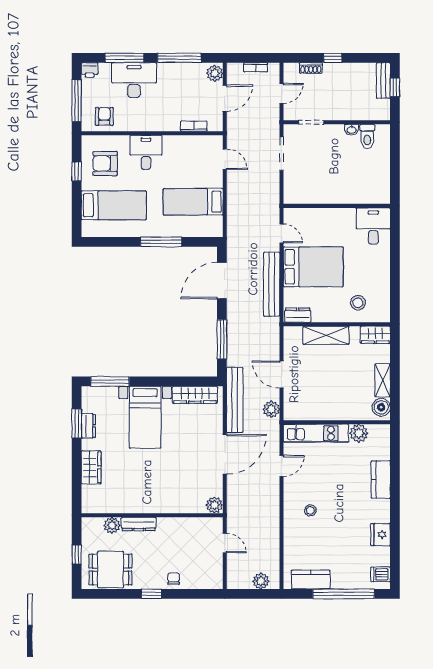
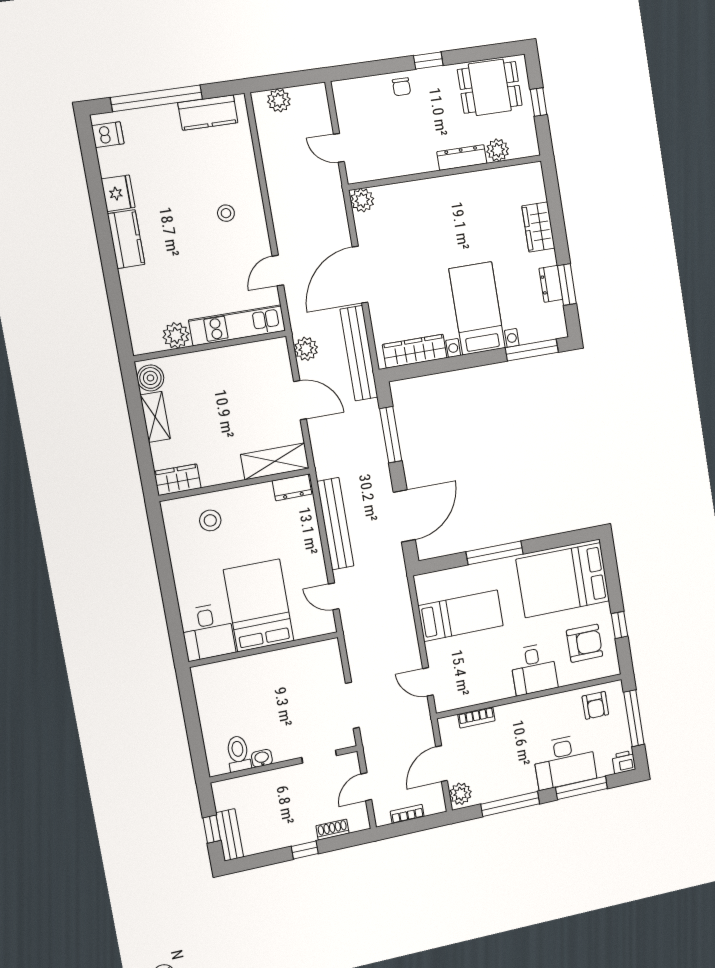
bed: (114, 205) -> (563, 580), width x1.50
bed: (313, 267) -> (259, 605), moved, turned 90
shelving: (326, 335) -> (275, 461), moved
kitchen counter: (381, 480) -> (126, 239), moved

